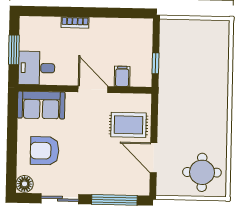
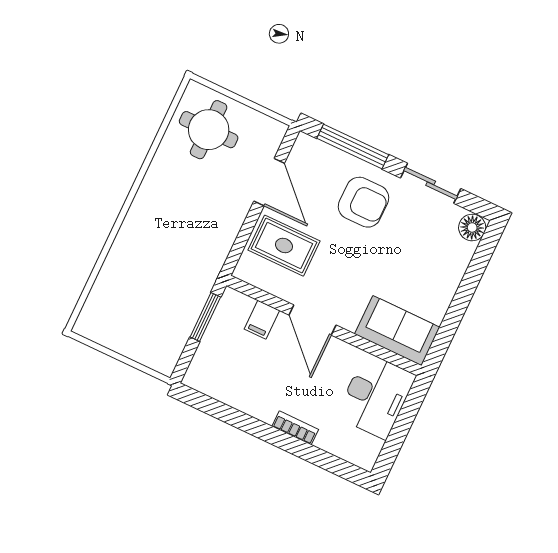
window: (14, 50) -> (401, 428), removed
window: (155, 63) -> (205, 317), width x1.50
desk: (36, 68) -> (376, 396), width x1.37
armchair: (45, 151) -> (363, 202), moved

